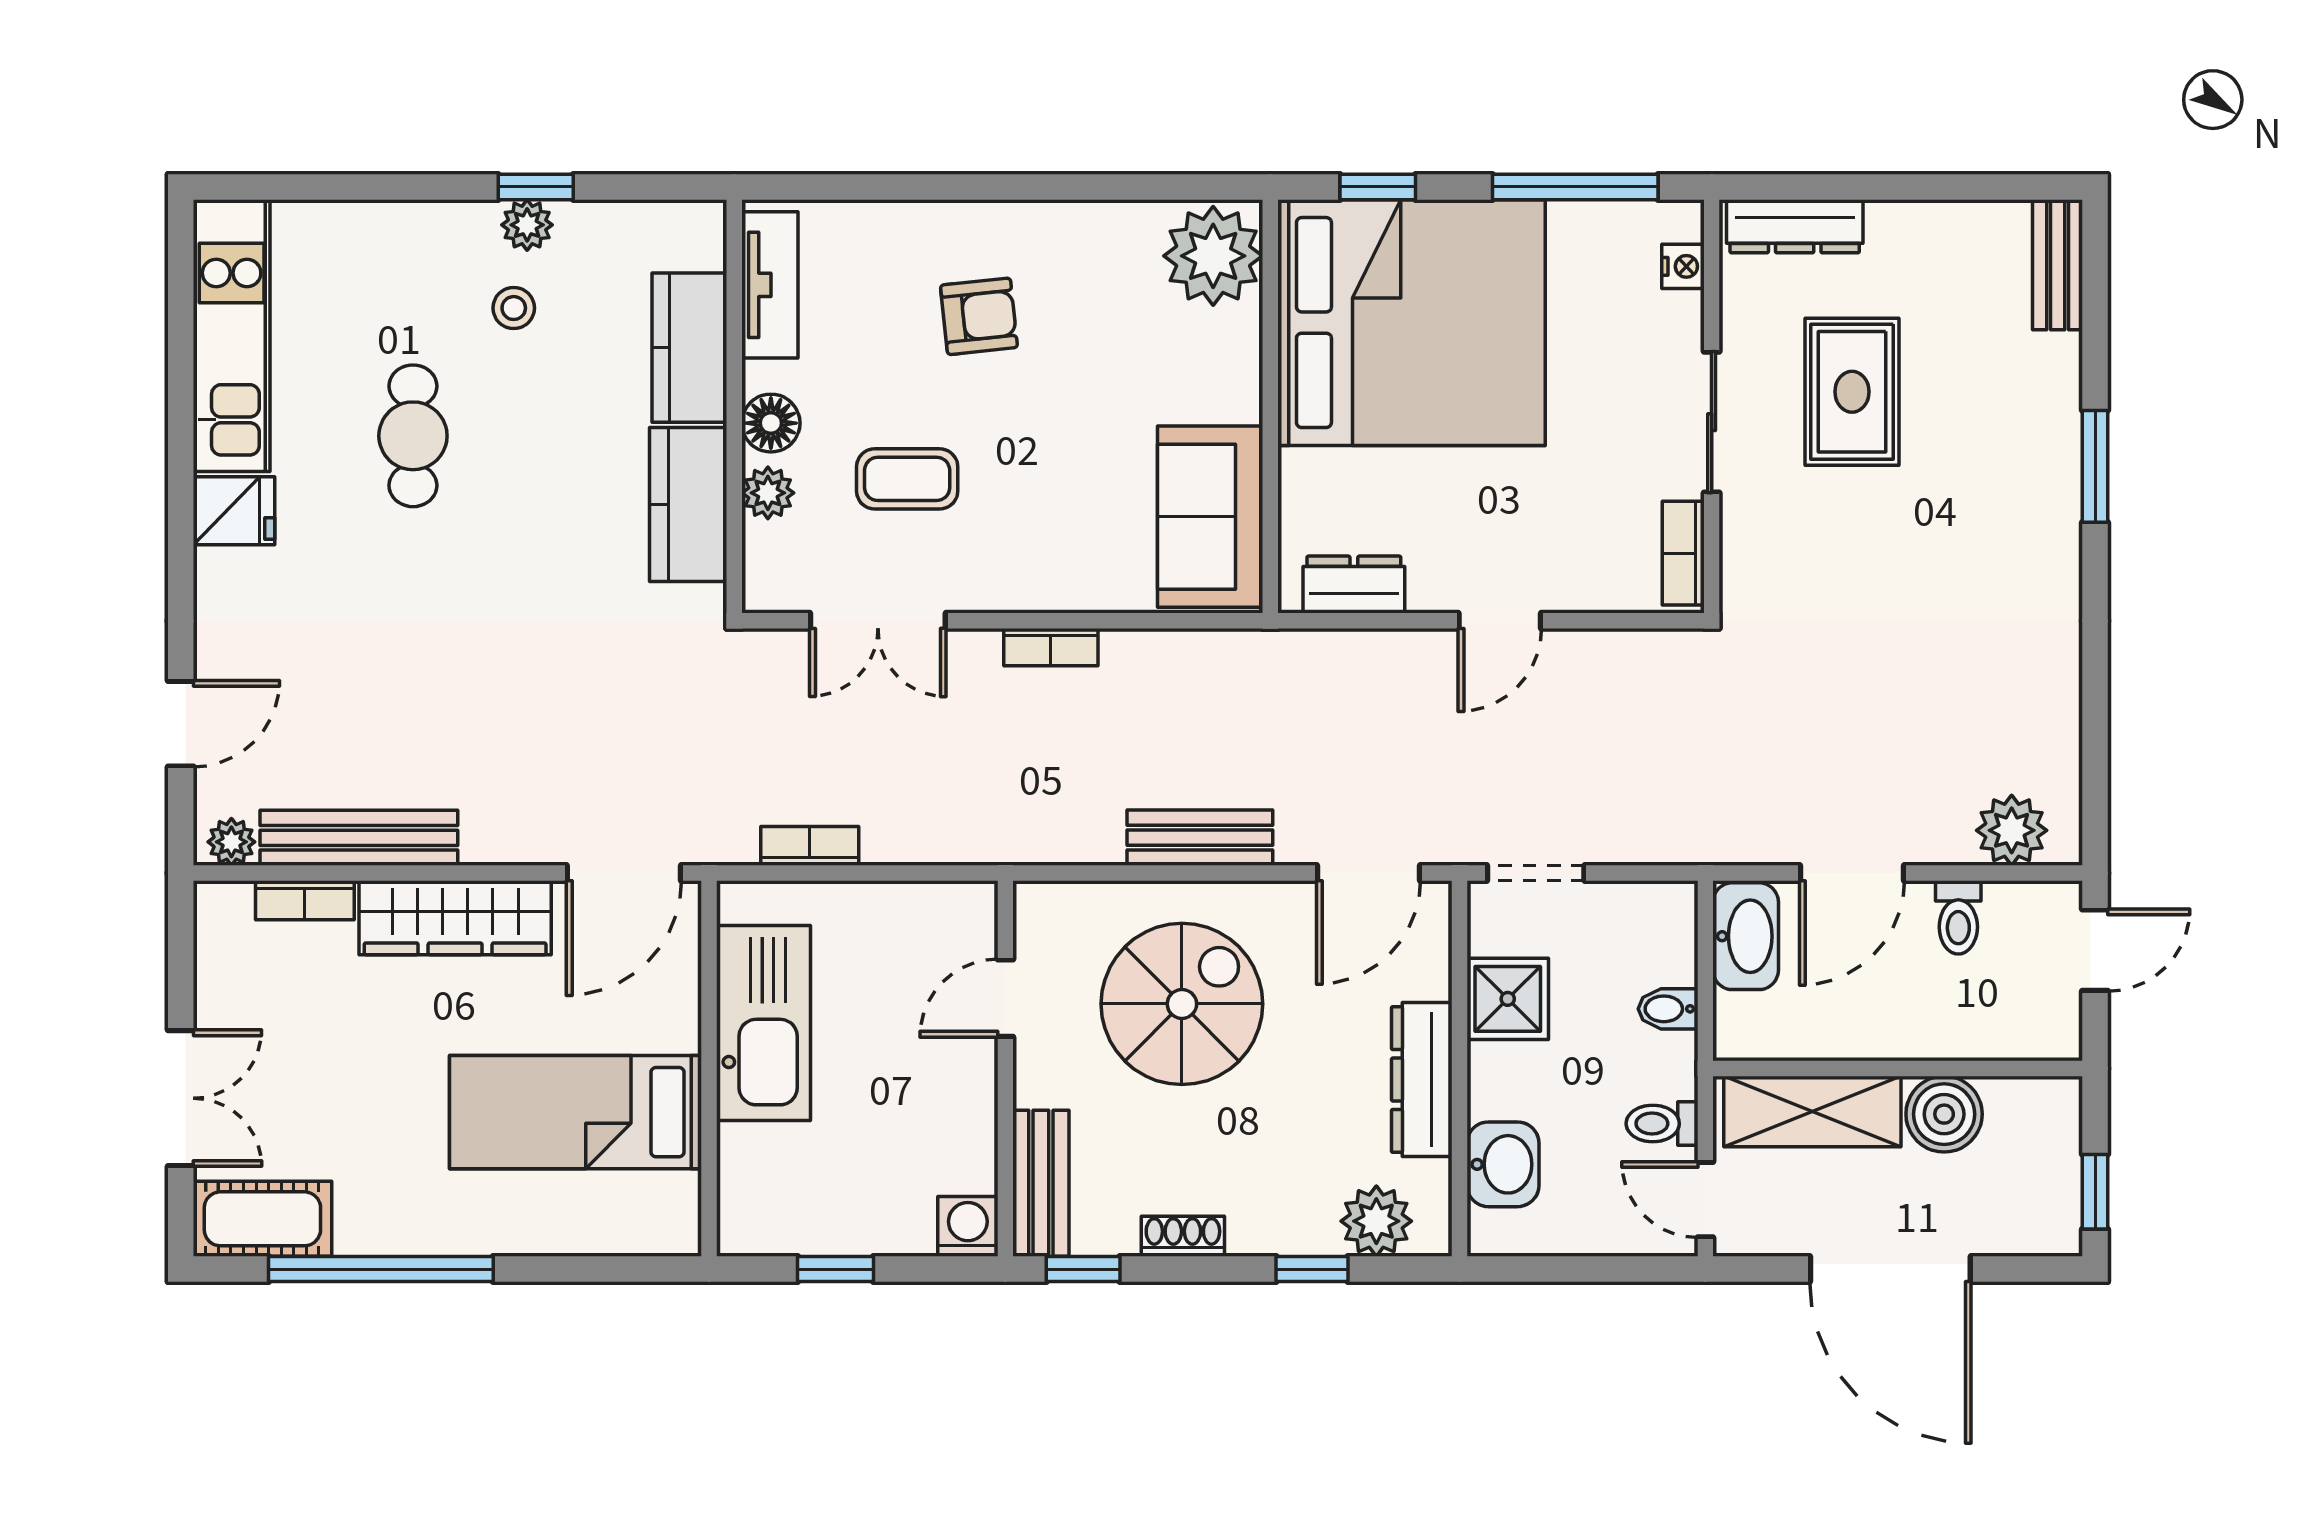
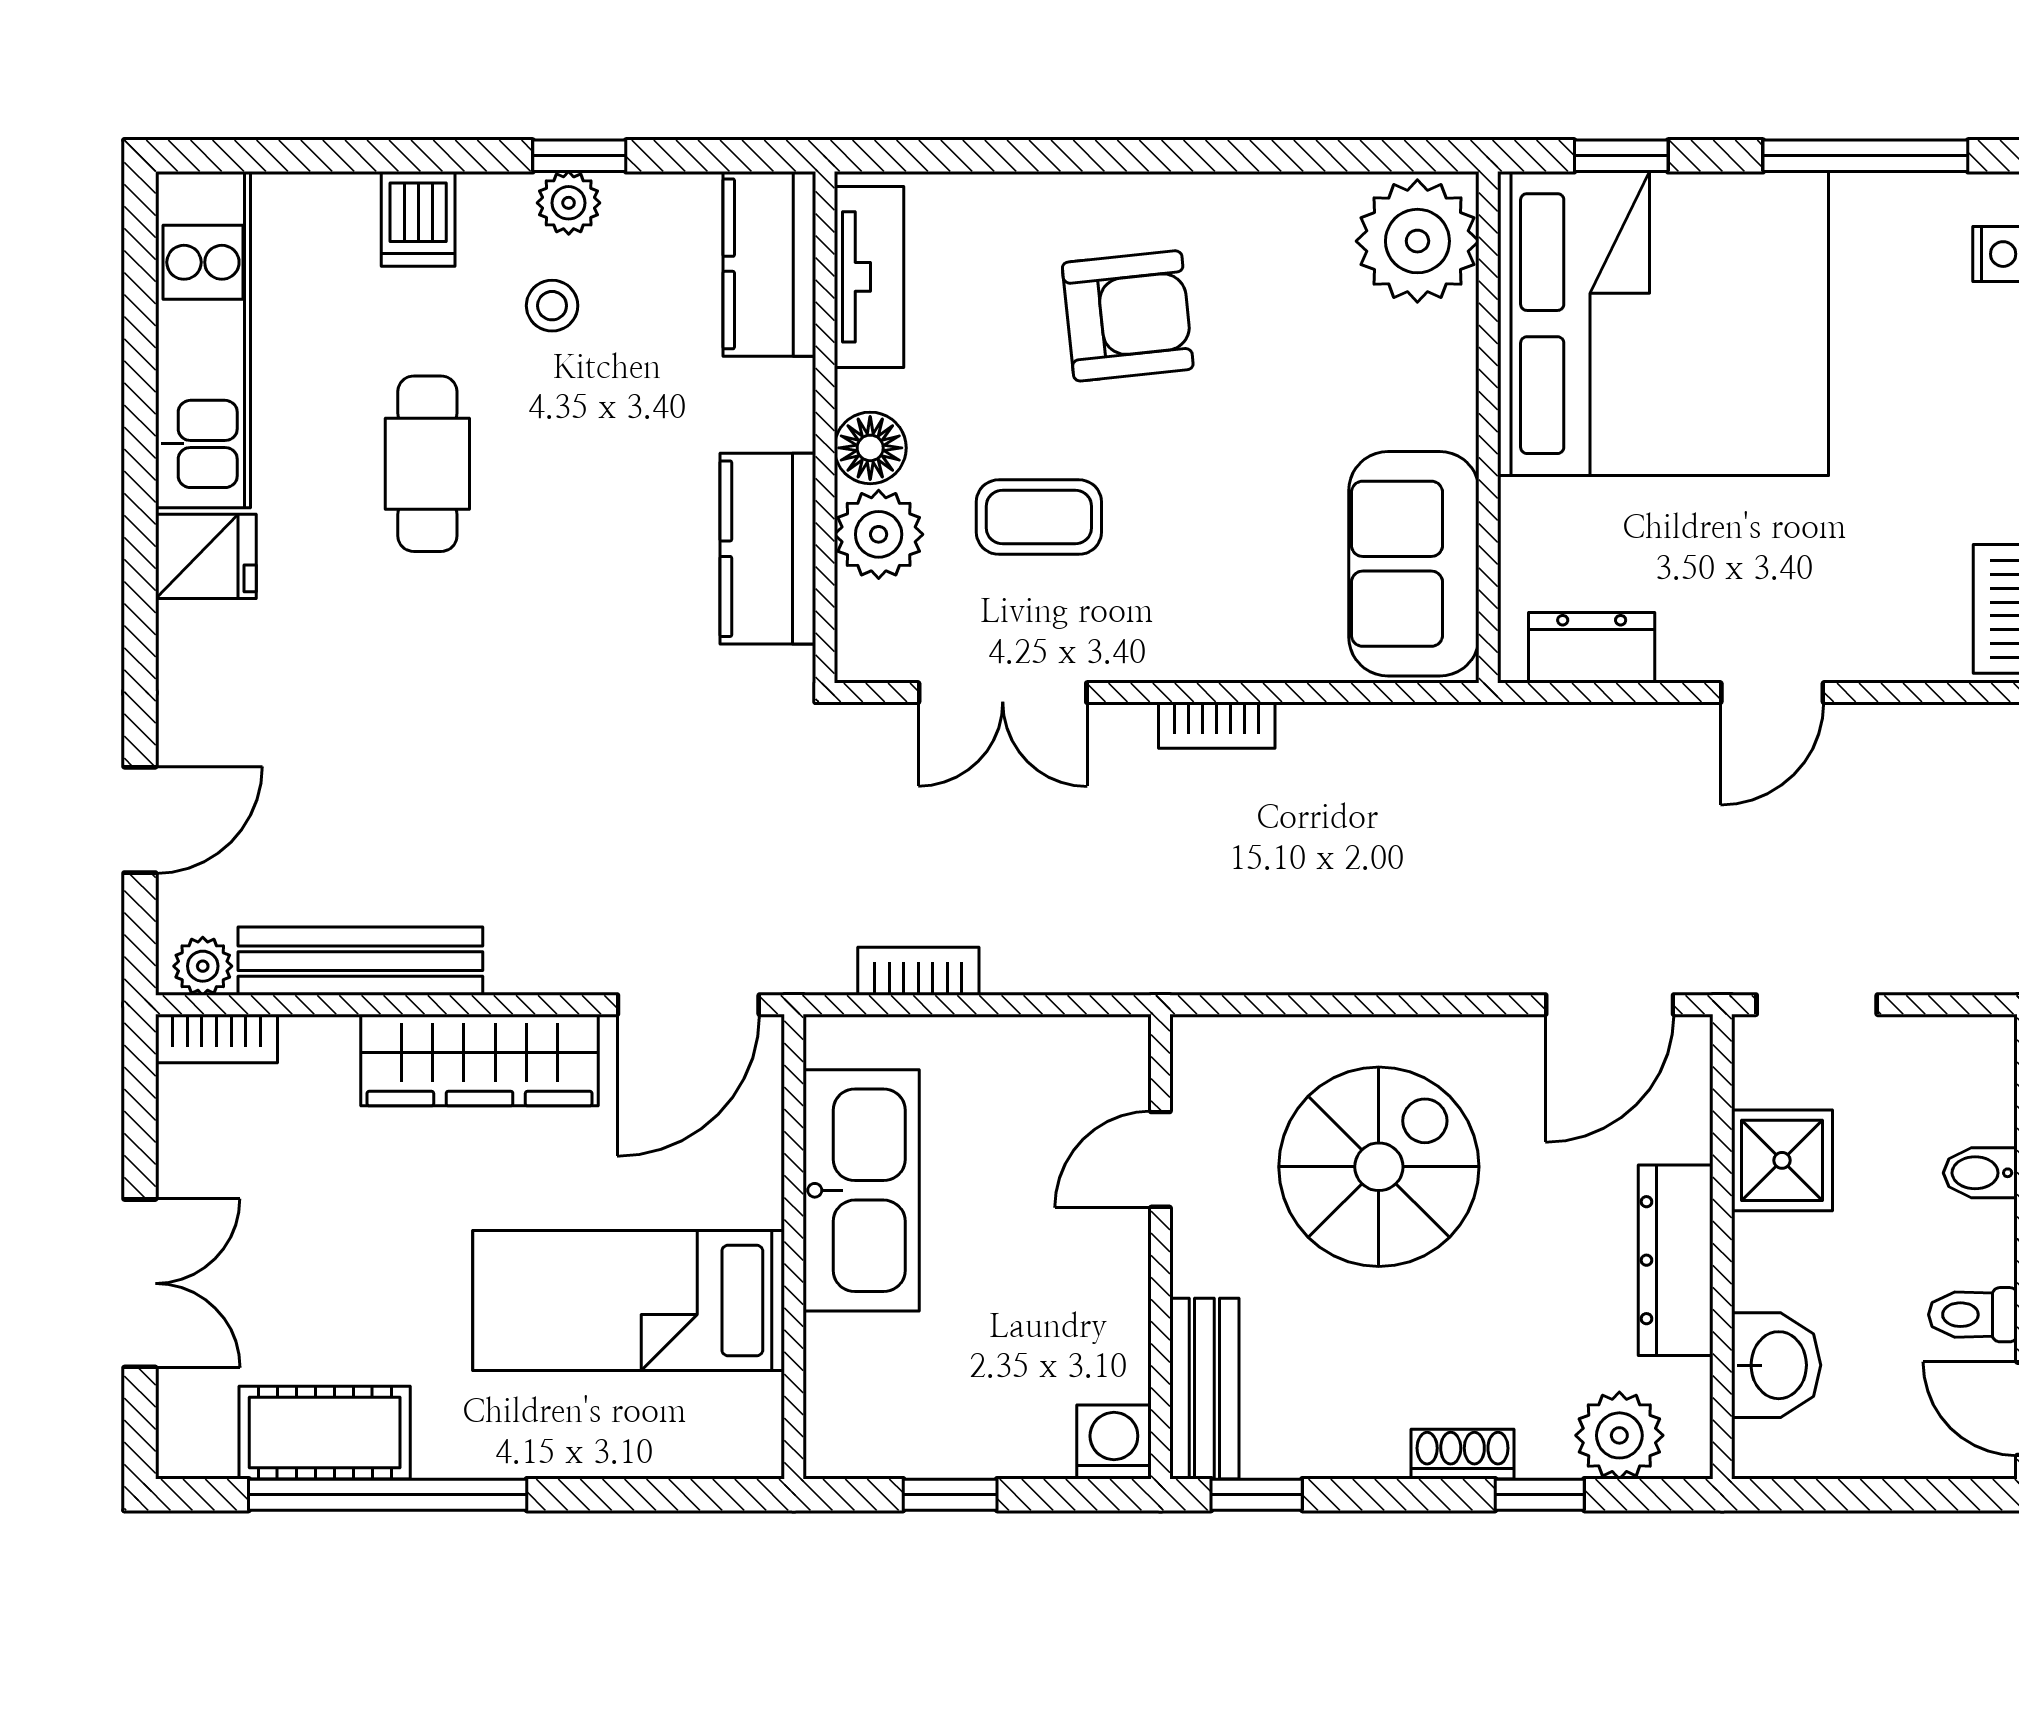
dishwasher: (406, 238) -> (418, 219), added
armchair: (979, 316) -> (1128, 316), width x1.38, depth x1.38
kitchen counter: (689, 348) -> (769, 264), moved
plant: (768, 493) -> (879, 534), width x1.38, depth x1.38
bench: (1200, 838) -> (1401, 961), removed
bookcase: (305, 900) -> (216, 1038), moved
cot: (262, 1219) -> (325, 1433), moved
shoe rack: (1183, 1236) -> (1463, 1454), moved

